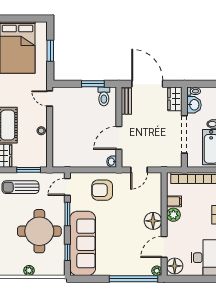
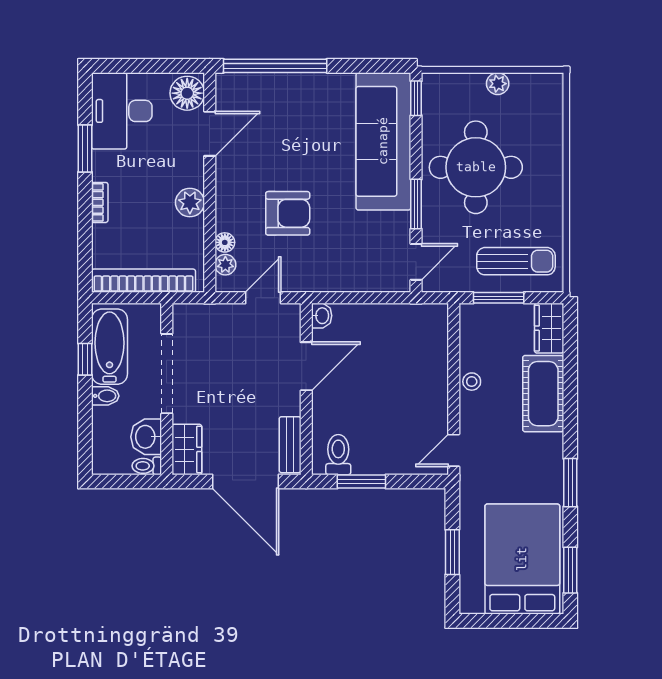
door: (50, 98) -> (454, 450), swing flipped
armchair: (102, 190) -> (288, 213), moved
filing cabinet: (174, 201) -> (188, 231), removed
floor lamp: (153, 221) -> (225, 242), moved, width x0.53, depth x0.53
window: (67, 252) -> (416, 98), moved
plant: (157, 271) -> (225, 265), moved

